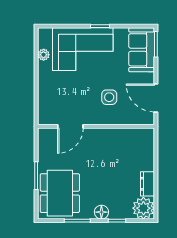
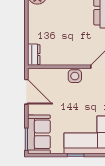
side table: (109, 97) -> (75, 76), moved
dresser: (147, 184) -> (34, 55), moved

